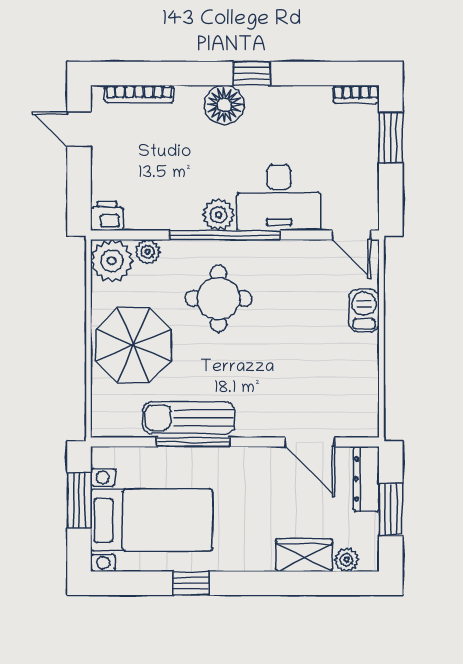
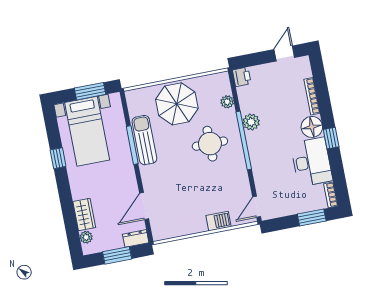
bookcase: (139, 94) -> (312, 96), moved
desk: (279, 198) -> (311, 162), moved, turned 180
plant: (219, 215) -> (251, 122), moved
plant: (112, 261) -> (219, 84), removed
dresser: (366, 479) -> (136, 238), width x0.70

